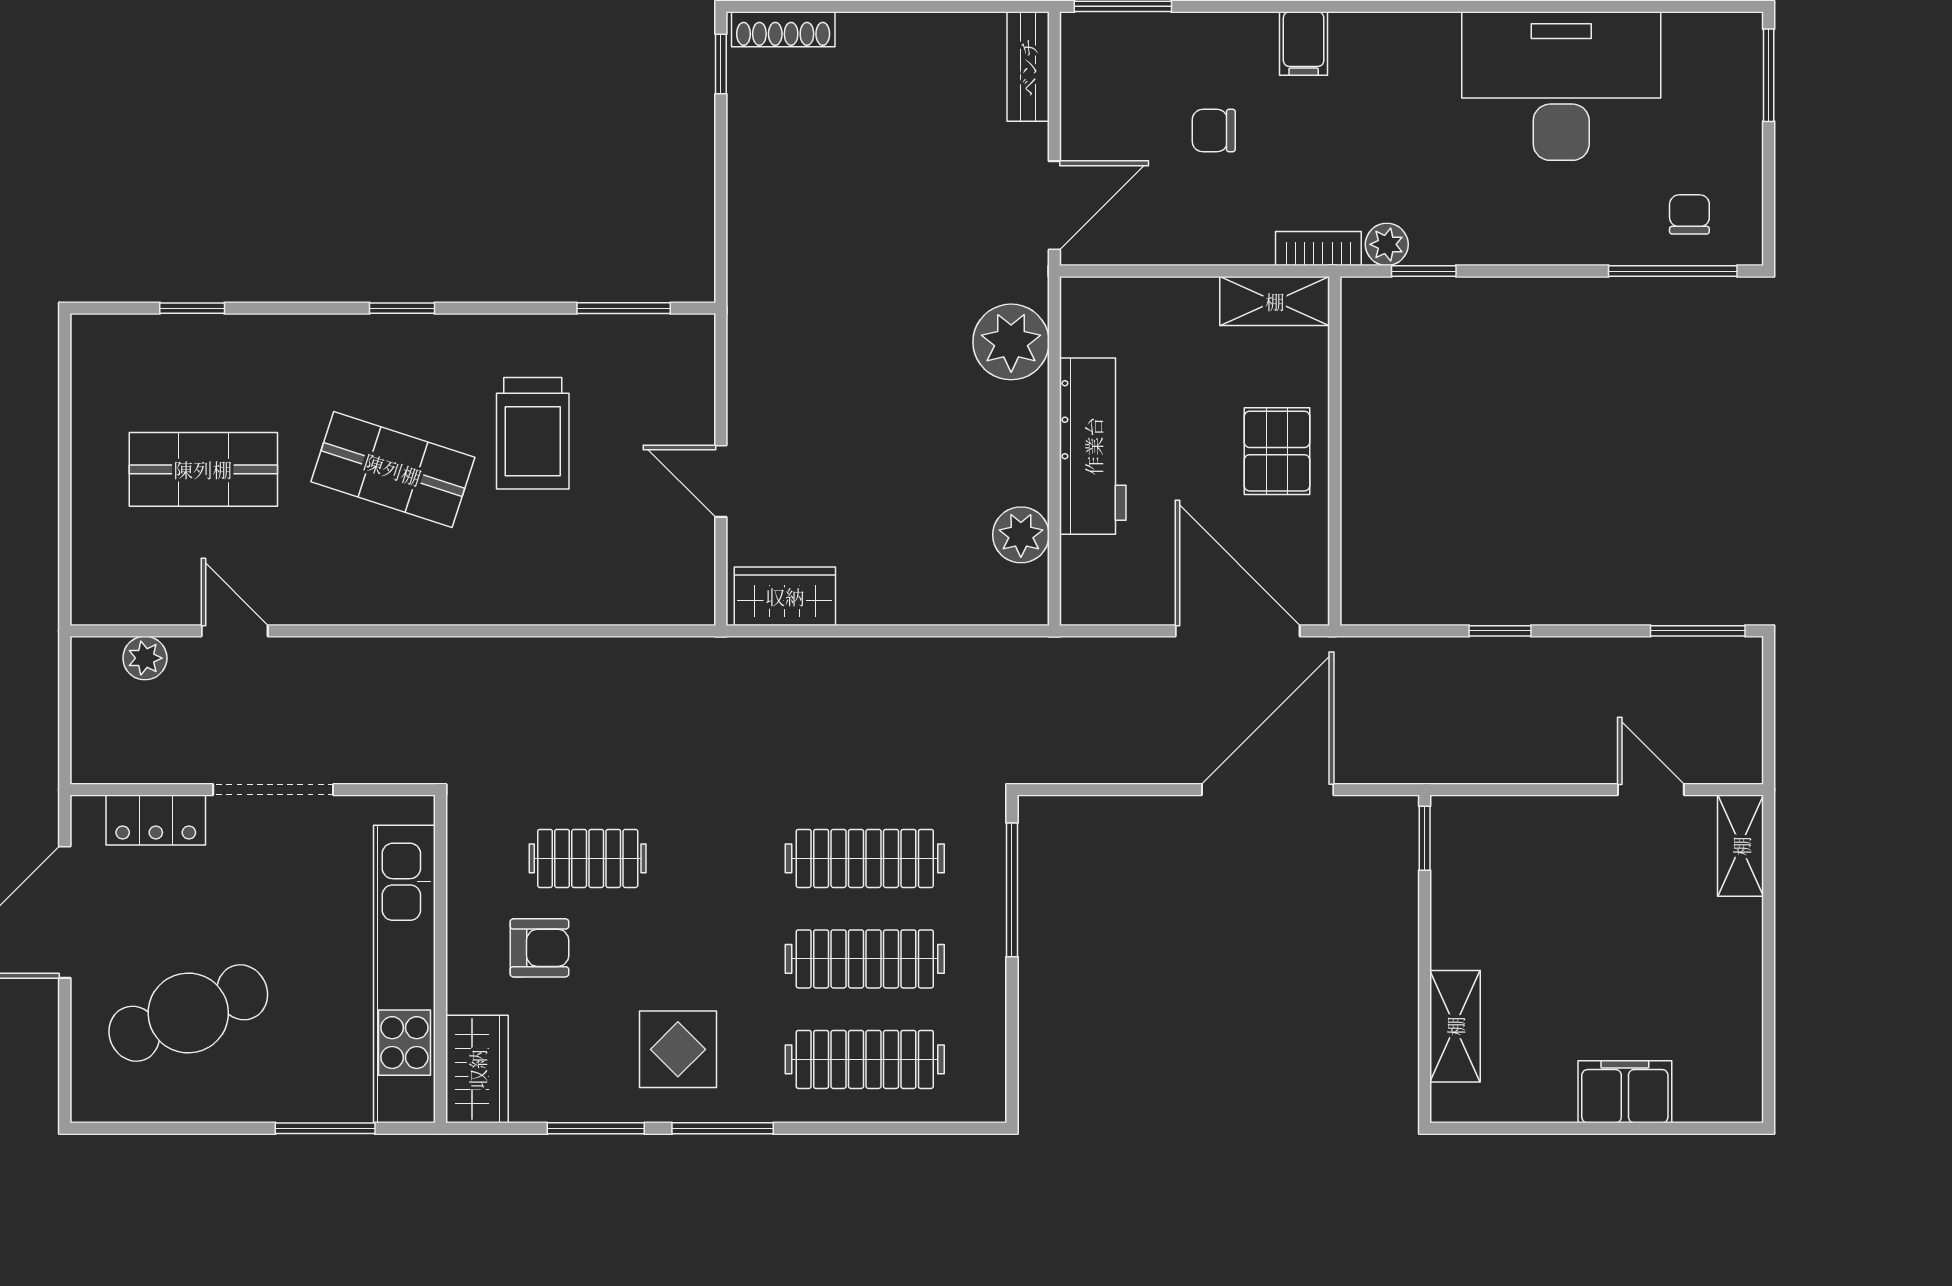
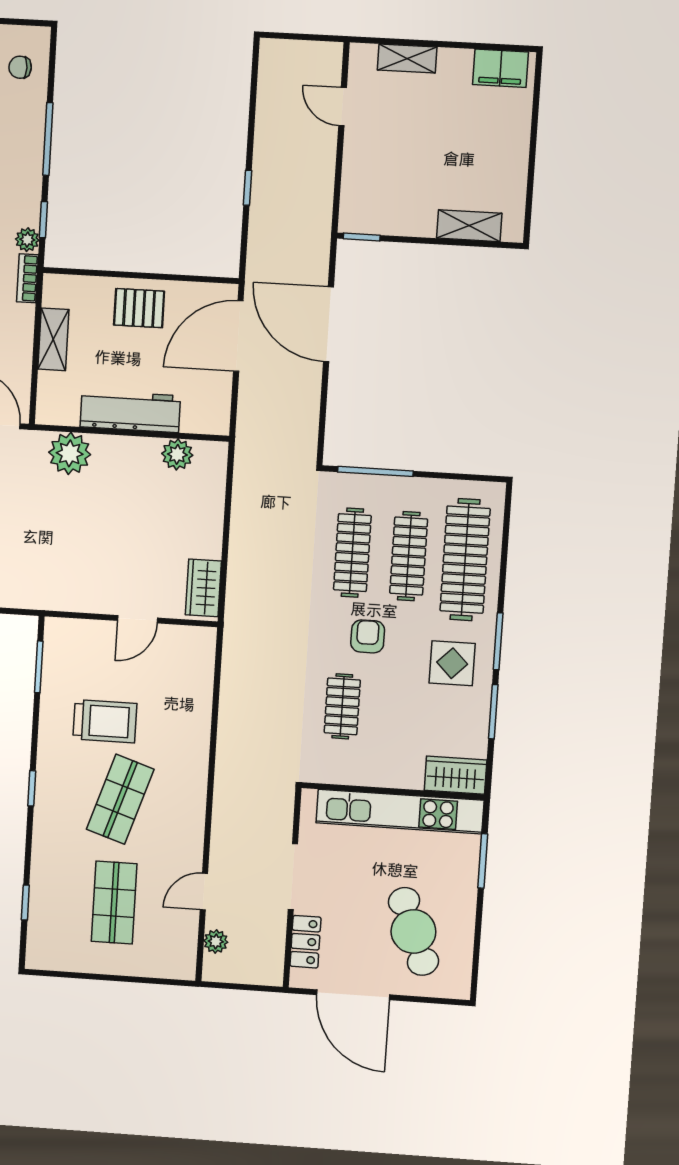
window: (1673, 271) -> (48, 139), moved
shelving: (1275, 301) -> (53, 339), moved
window: (1698, 631) -> (254, 75), removed
door: (1651, 790) -> (343, 107), hinge flipped
shelving: (1741, 846) -> (407, 59), moved
armchair: (539, 948) -> (368, 636), moved
clothes rail: (865, 1059) -> (465, 560), width x1.37, depth x1.31
filing cabinet: (1625, 1092) -> (501, 68), moved, turned -90

